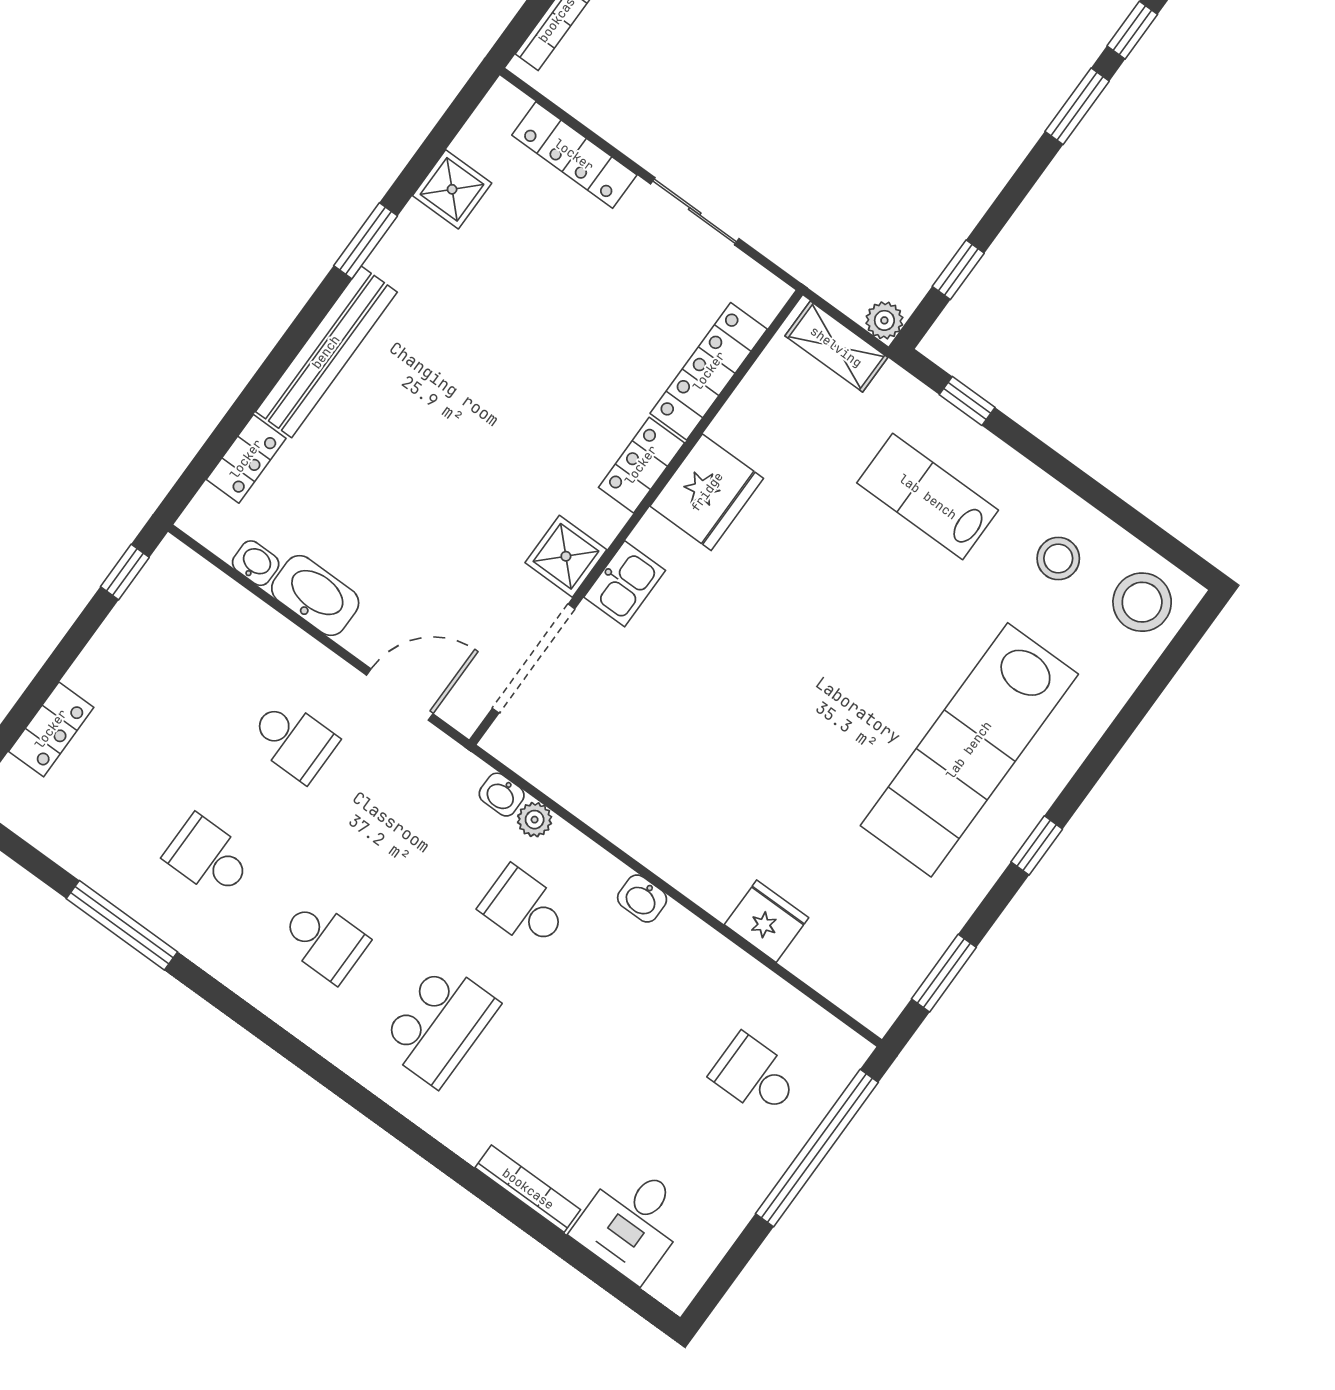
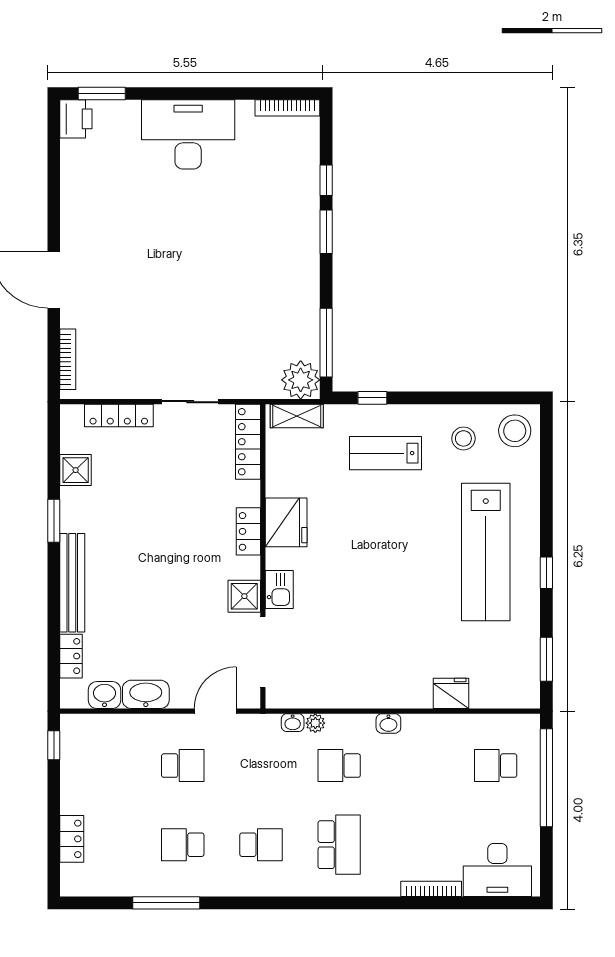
window: (958, 270) -> (326, 343), width x2.17
plant: (884, 320) -> (301, 380), width x1.88, depth x1.88
locker: (709, 371) -> (248, 442), moved
washbasin: (256, 563) -> (105, 695), width x1.38, depth x1.45
desk: (632, 1222) -> (497, 870), width x1.37

